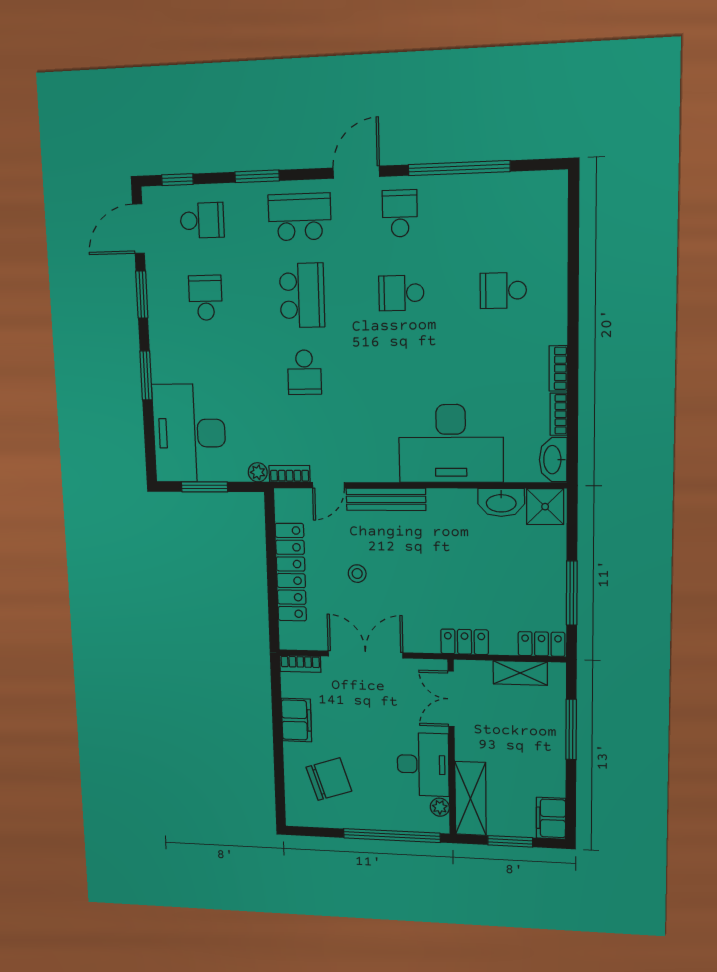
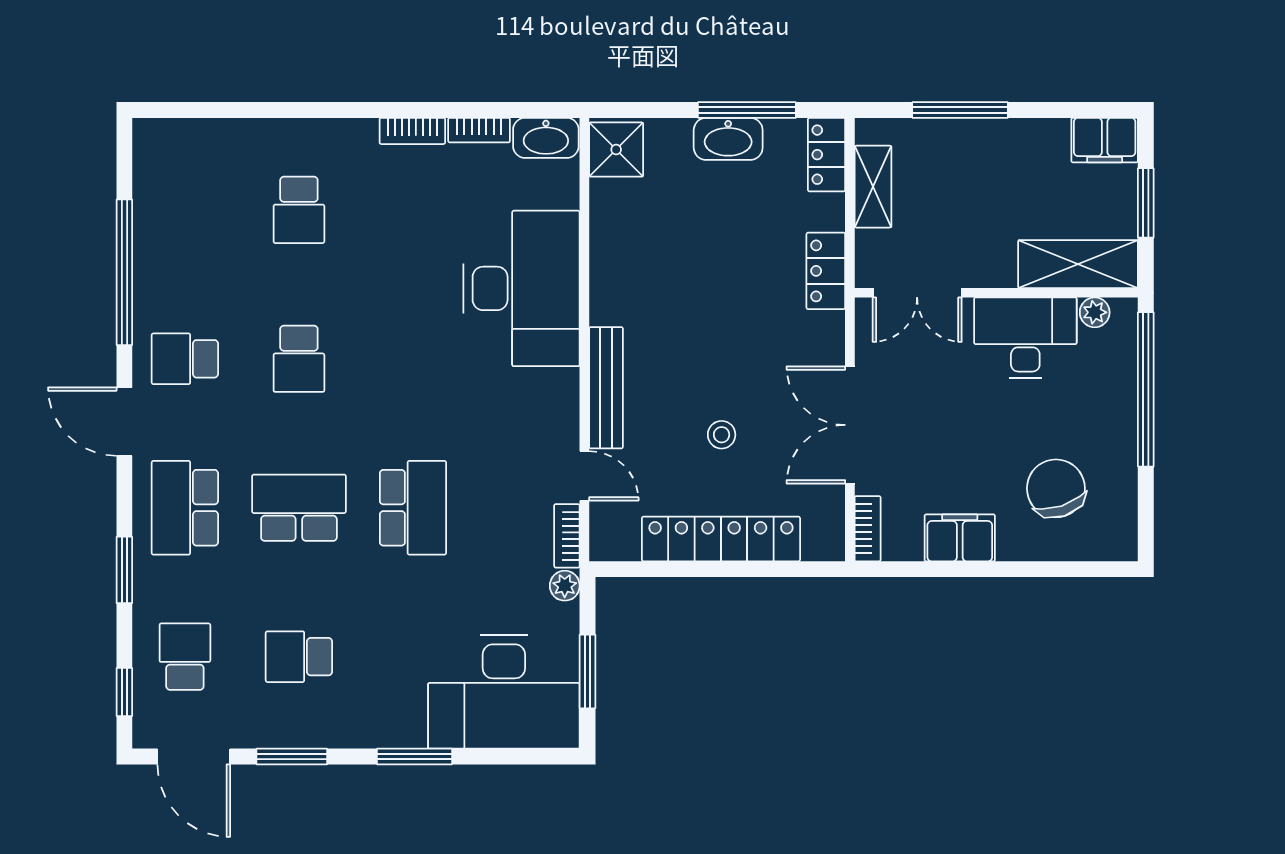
school desk: (304, 372) -> (413, 508), width x1.85
washbasin: (501, 502) -> (728, 139), moved, turned 90

